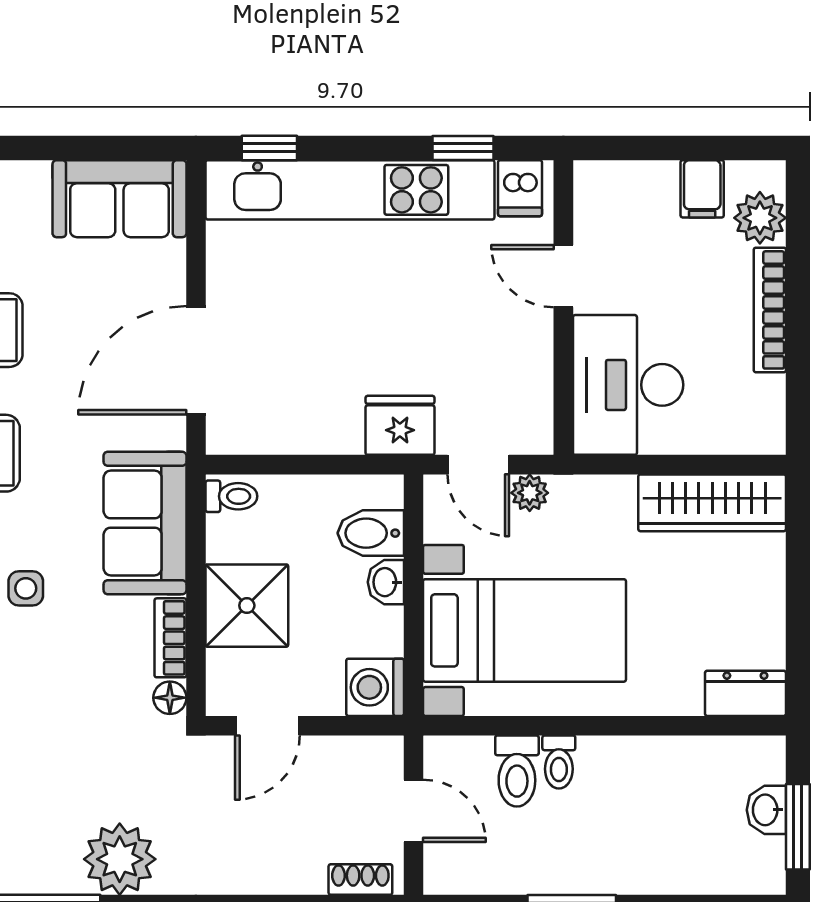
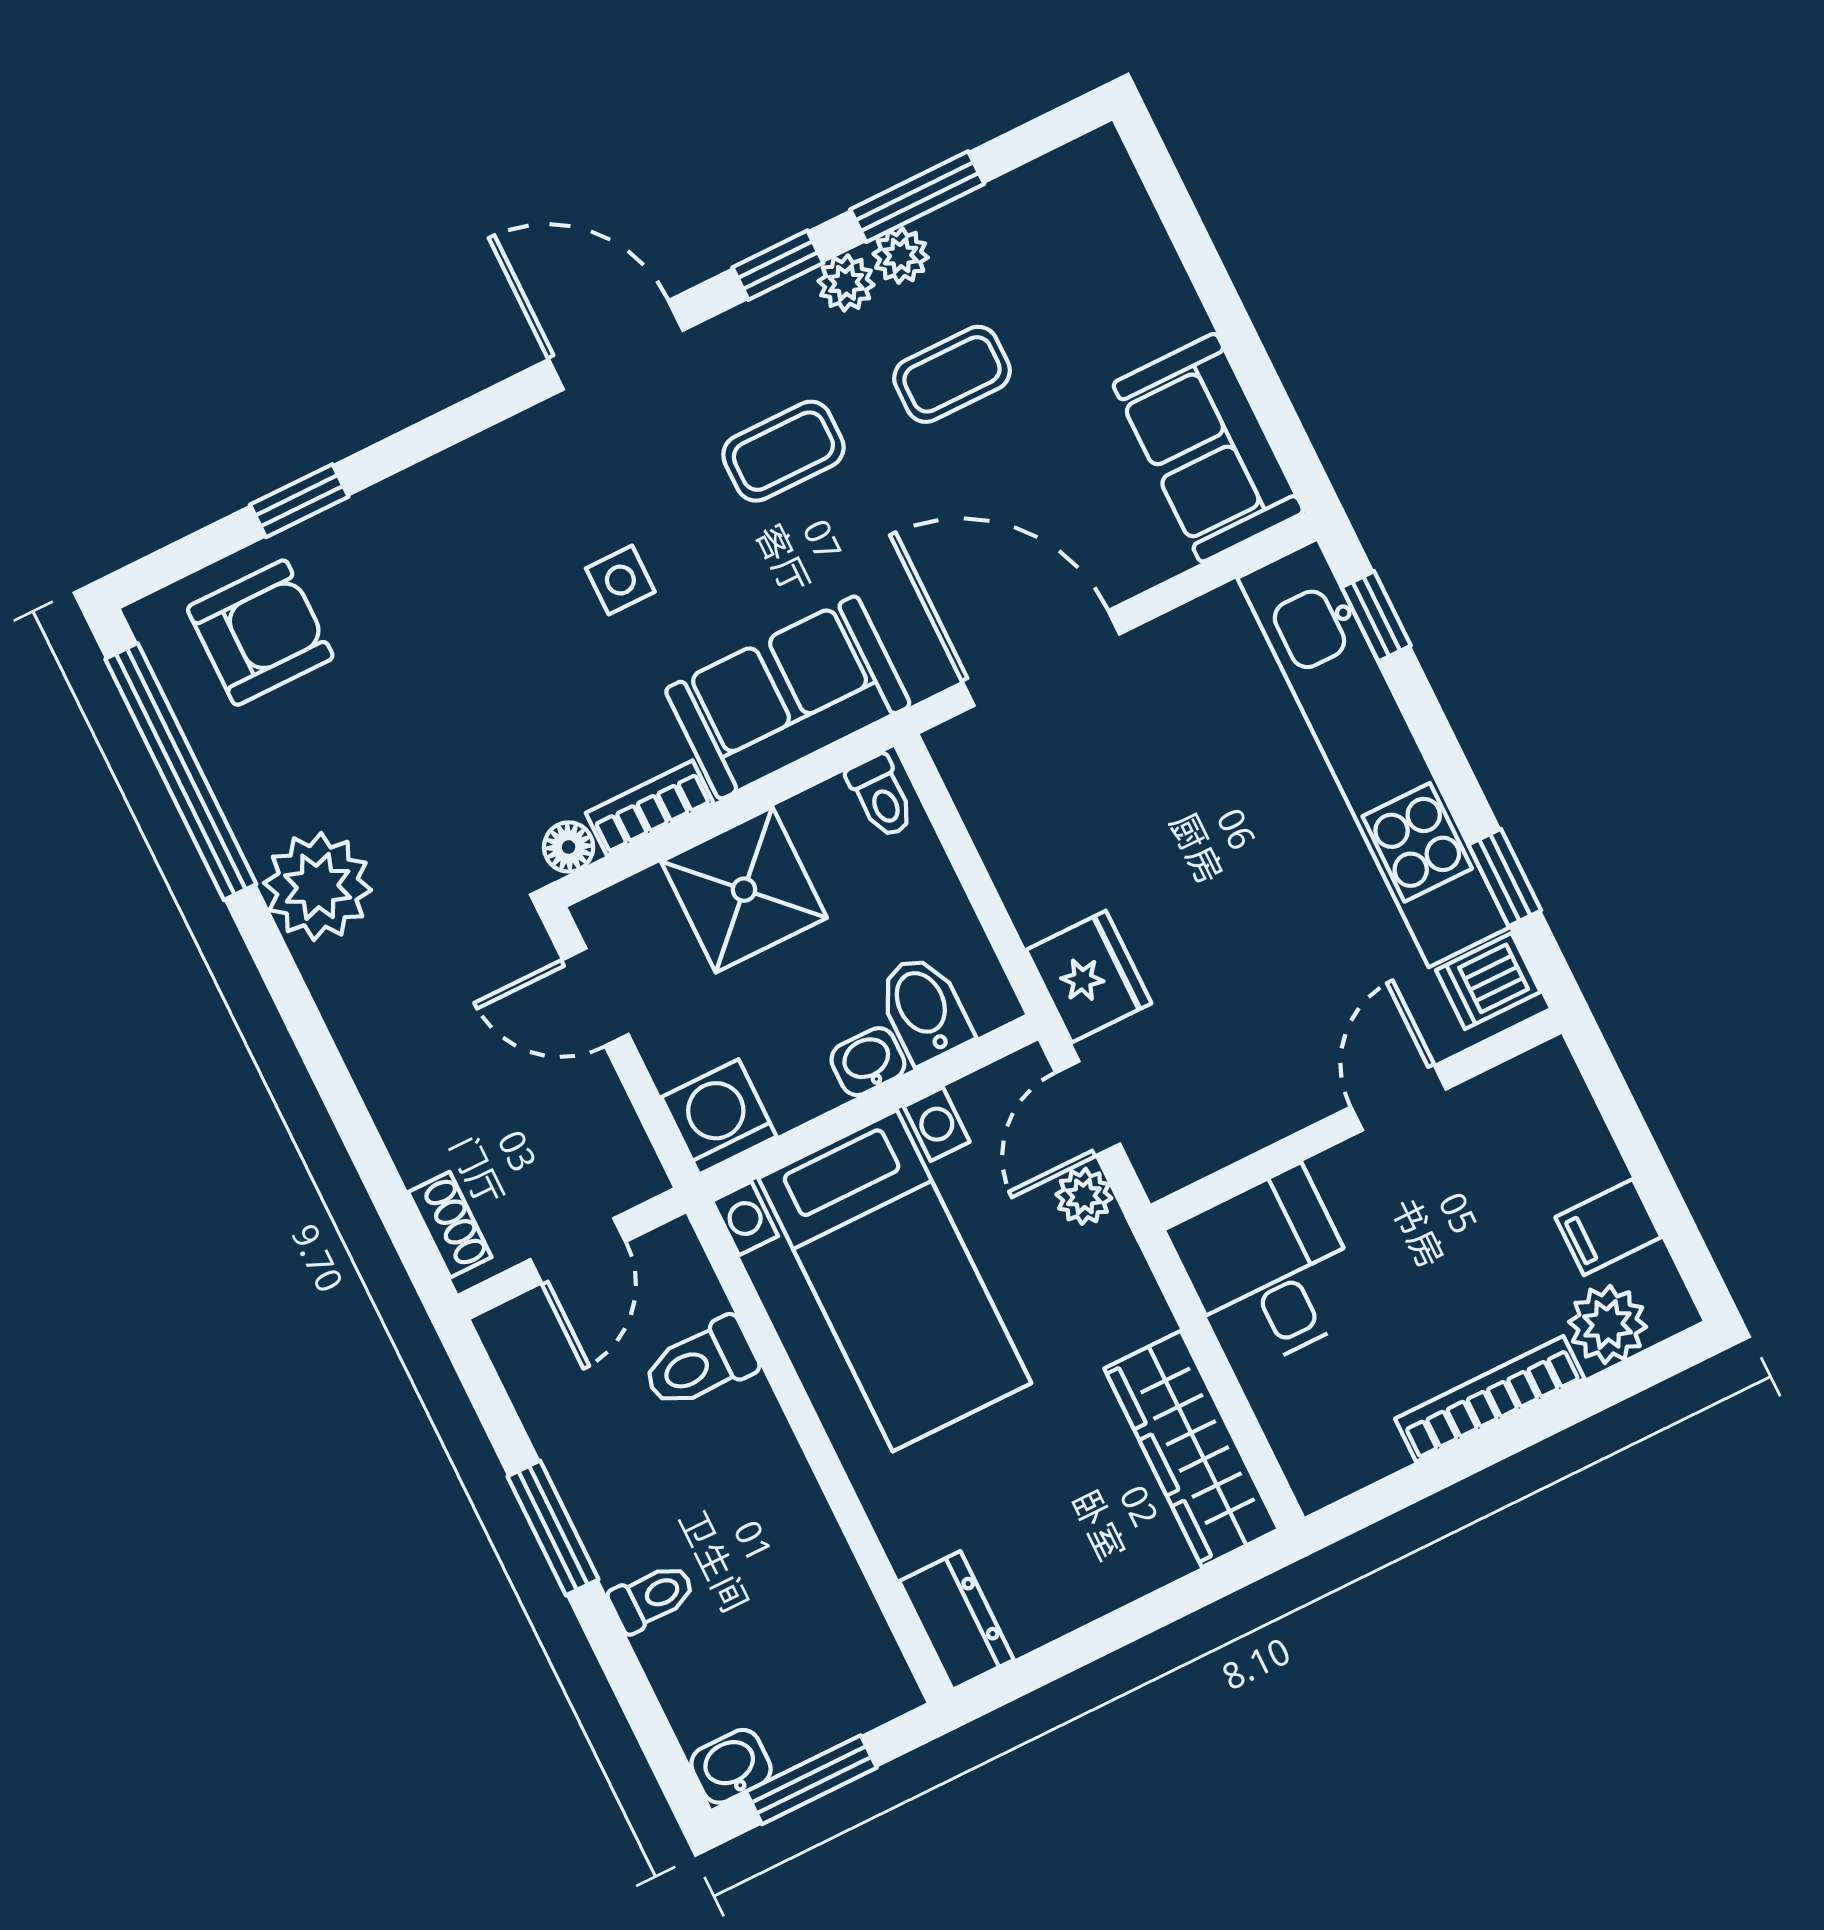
desk: (628, 385) -> (1269, 1270), width x0.73
toilet: (559, 762) -> (652, 1597), moved, turned 180
washbasin: (766, 810) -> (731, 1766), moved

